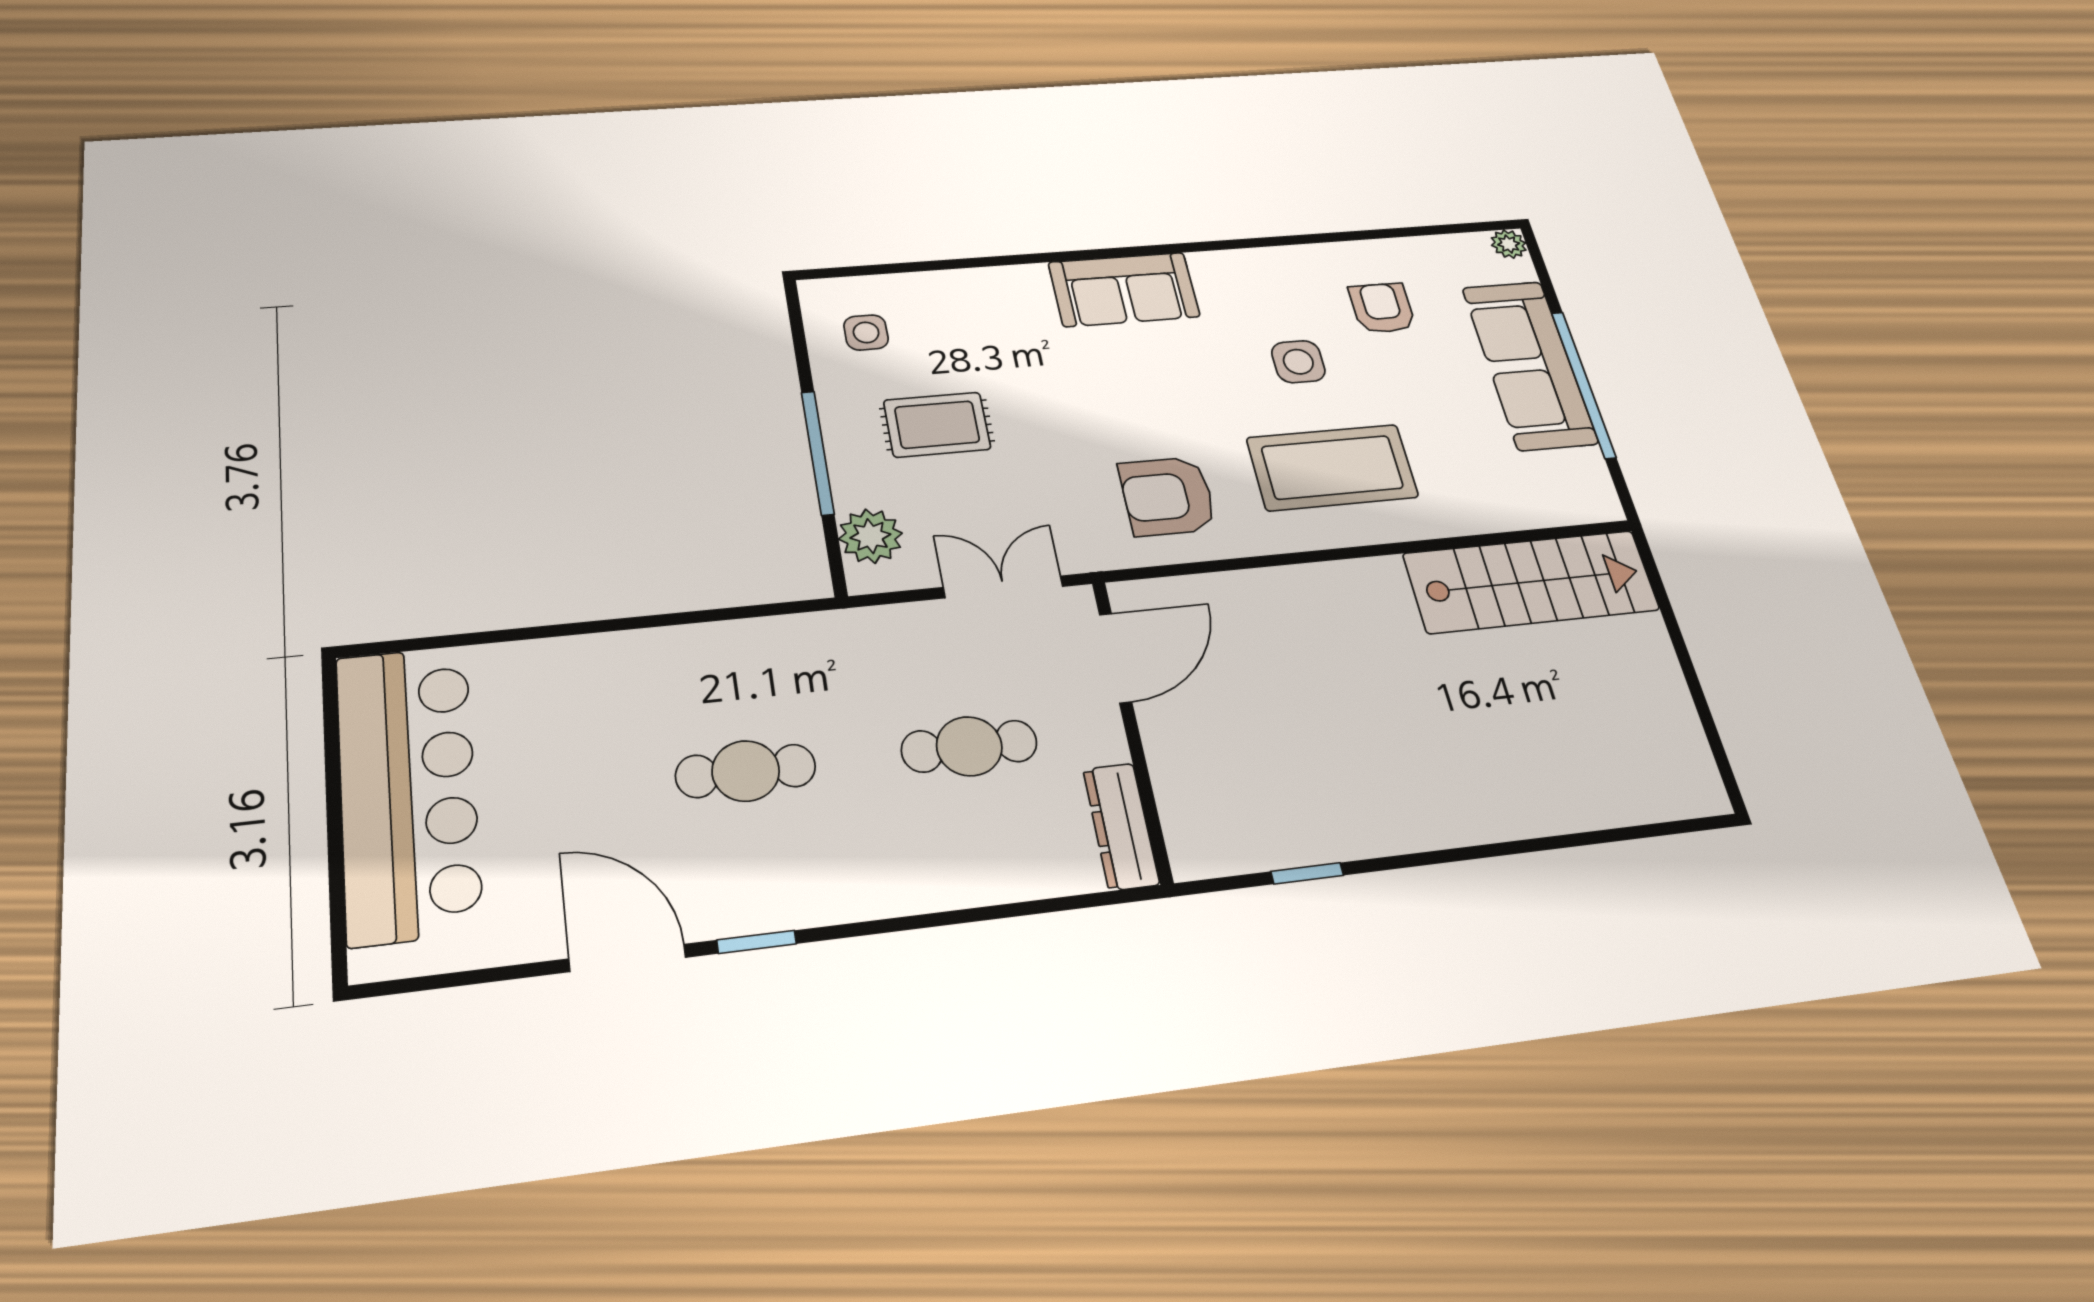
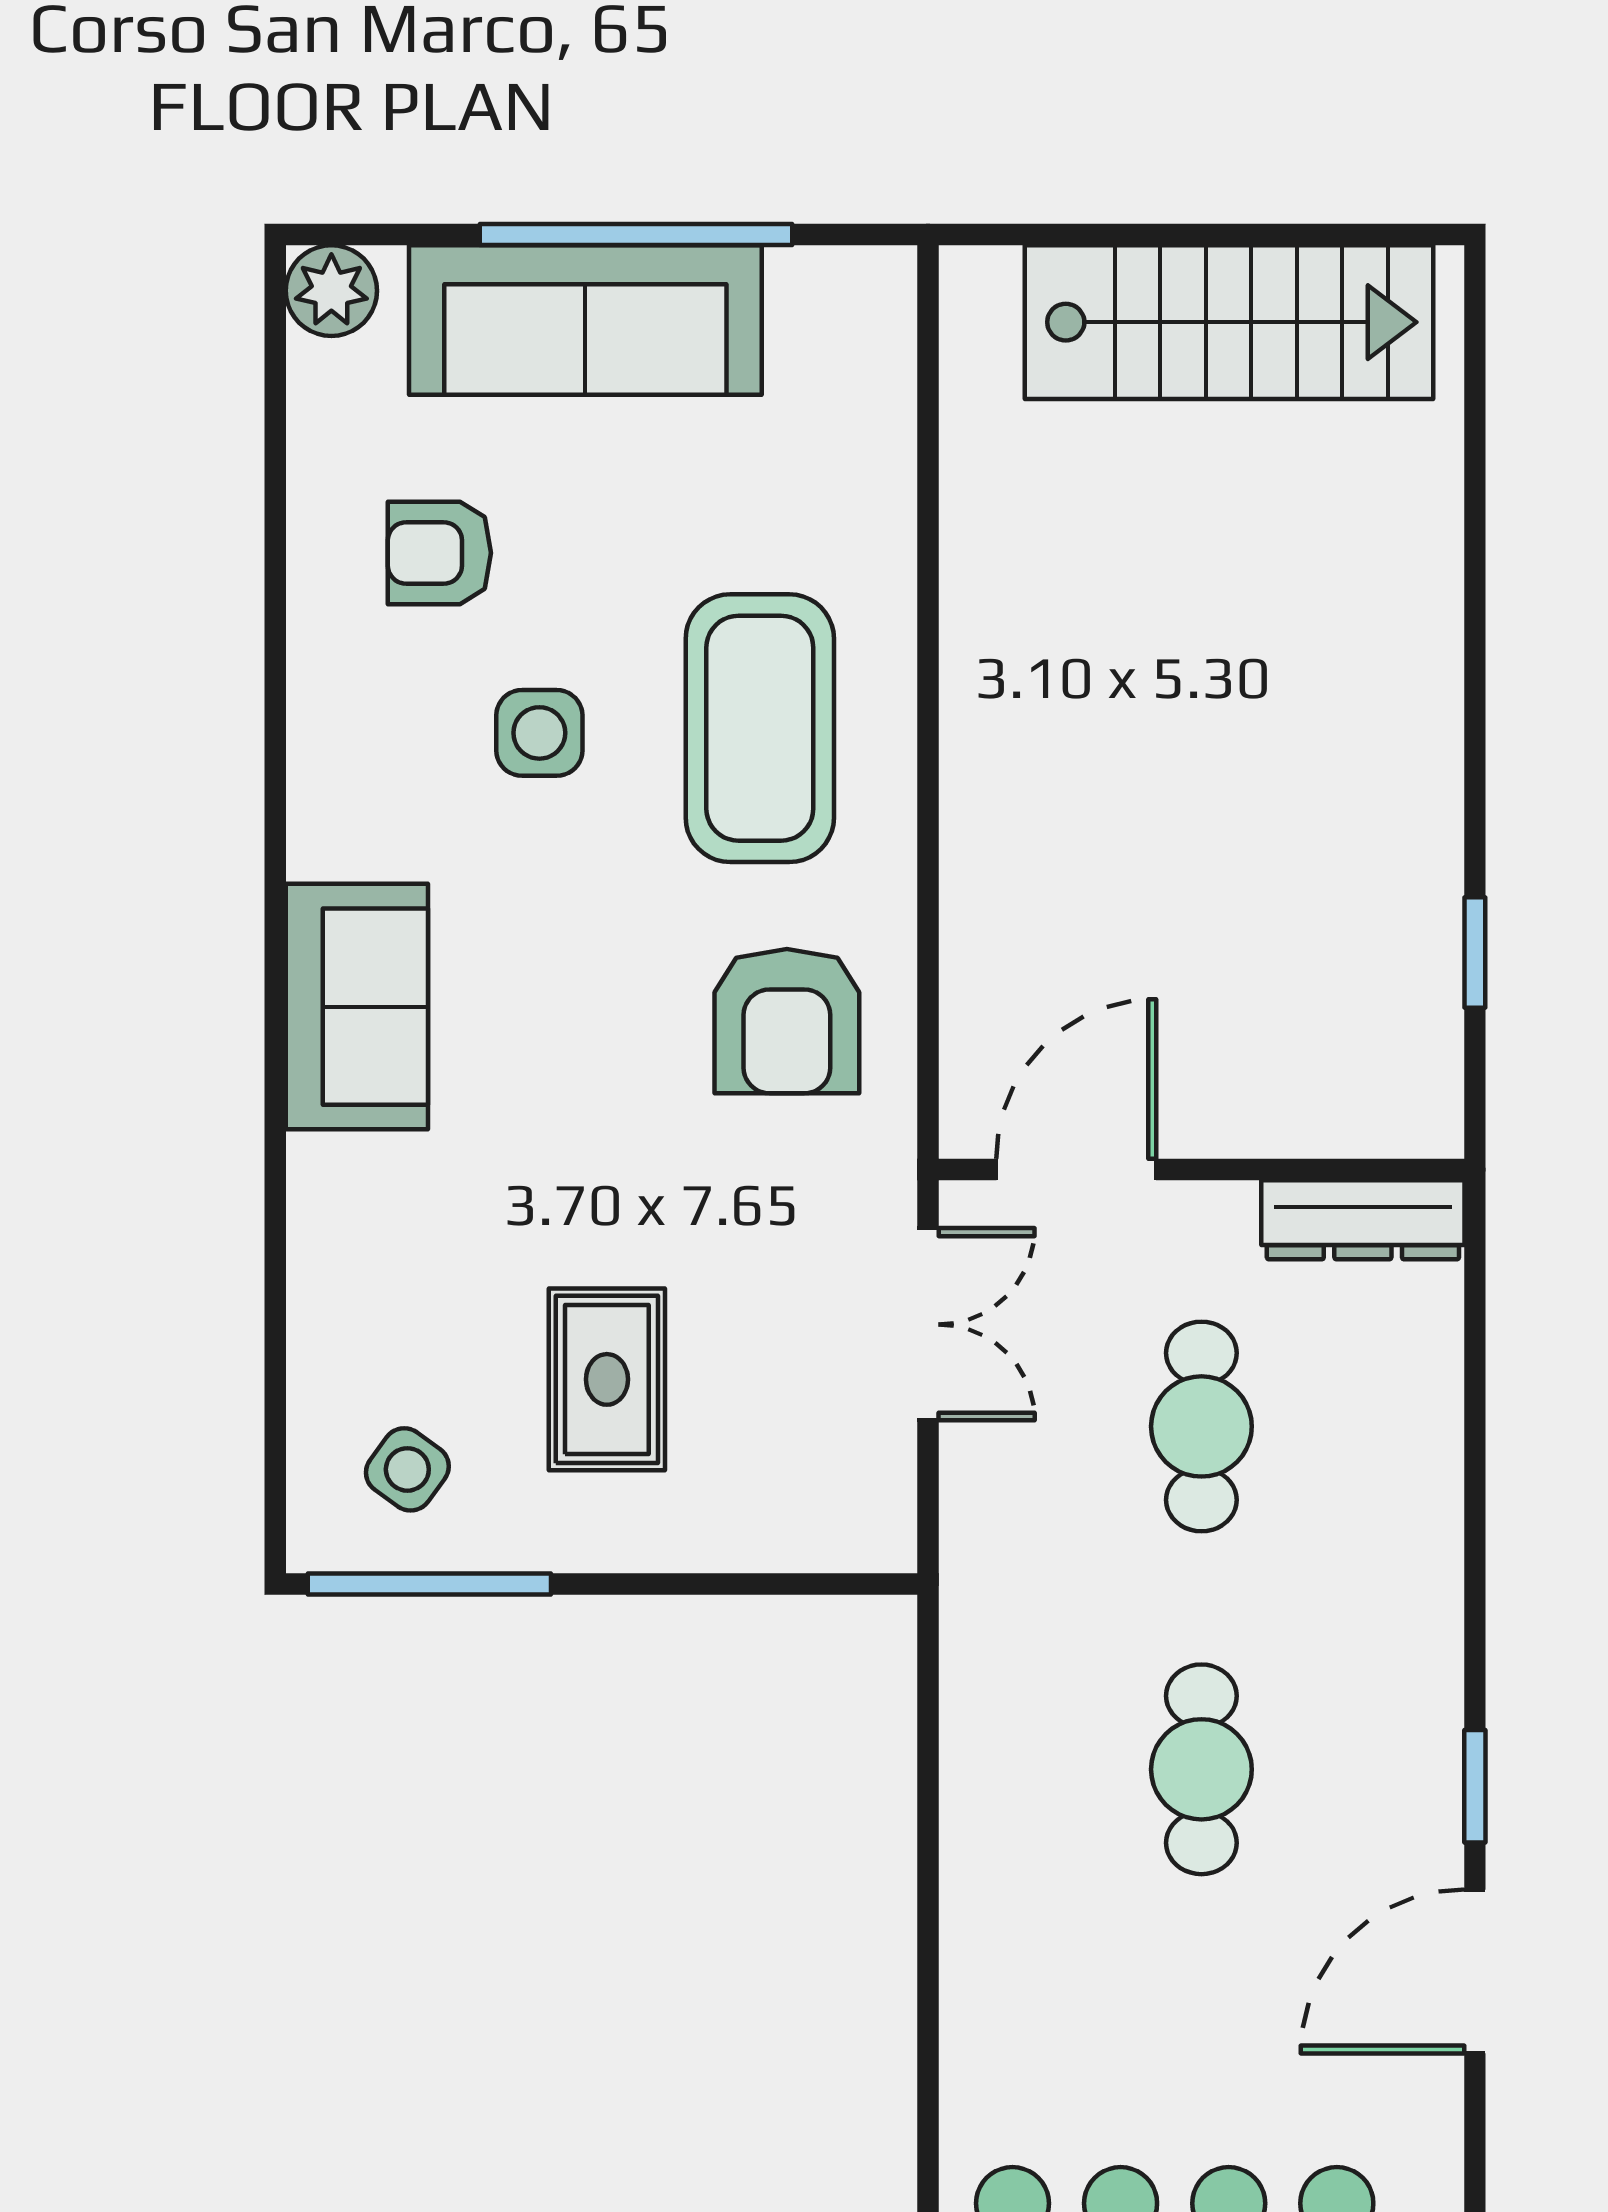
plant: (1509, 244) -> (331, 291), width x1.38, depth x1.38
side table: (866, 332) -> (407, 1469), turned 36
window: (818, 453) -> (429, 1584), moved
plant: (870, 536) -> (811, 1522), removed
stairs: (1531, 582) -> (1229, 322), moved, turned 90
double door: (1003, 587) -> (928, 1324), swing flipped
door: (1115, 658) -> (1076, 1170), hinge flipped

